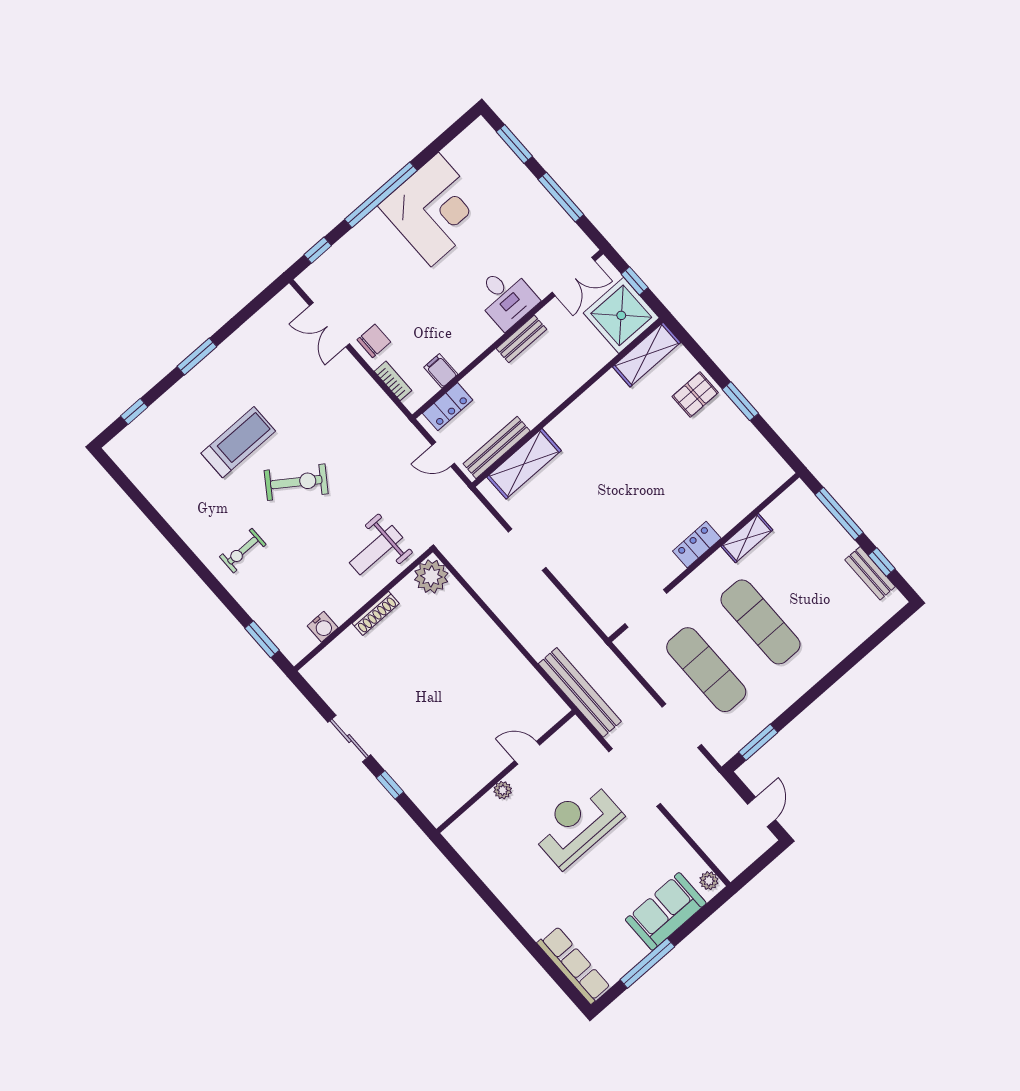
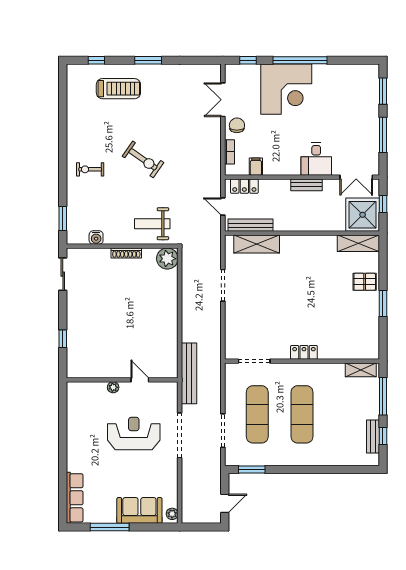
corner desk: (435, 209) -> (286, 89), moved
chair: (374, 341) -> (237, 125), turned -90
treadmill: (238, 442) -> (118, 89), moved
shelving: (747, 538) -> (361, 370), moved
sliding door: (349, 739) -> (63, 274), moved

